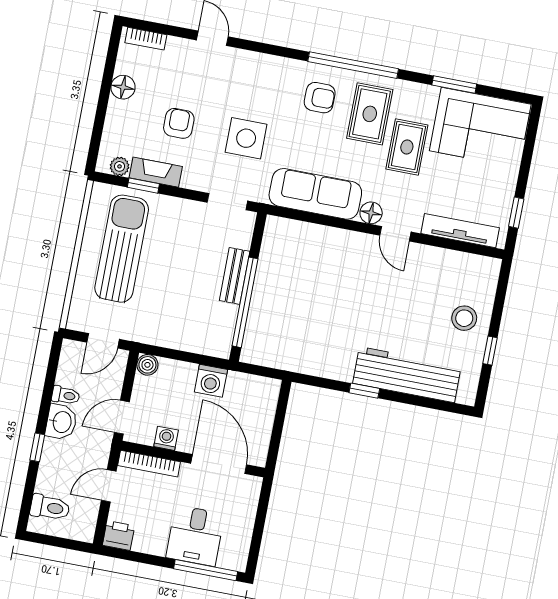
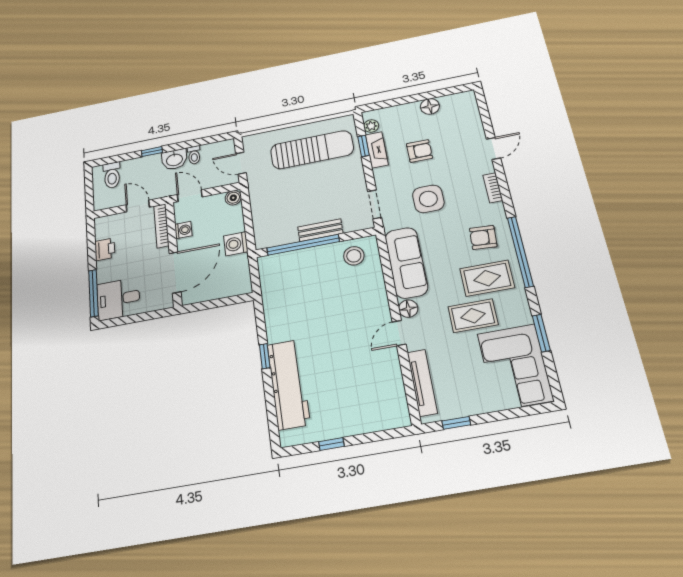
bookcase: (146, 39) -> (493, 188), moved
armchair: (320, 98) -> (483, 237), turned 94
stool: (464, 318) -> (354, 256), moved
printer: (119, 536) -> (105, 249), moved
desk: (195, 536) -> (118, 299), moved

